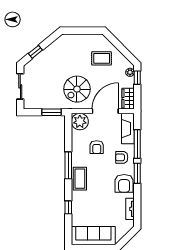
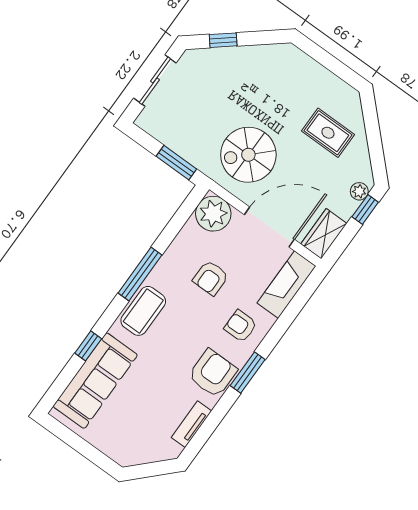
window: (137, 144) -> (284, 323), removed
armchair: (124, 183) -> (213, 373), turned 180
sofa: (93, 236) -> (95, 381), moved, turned 90

